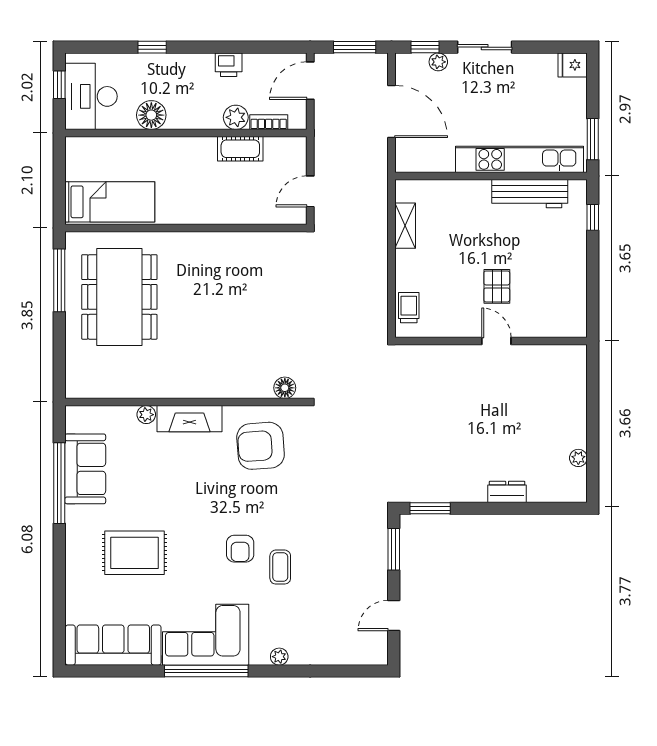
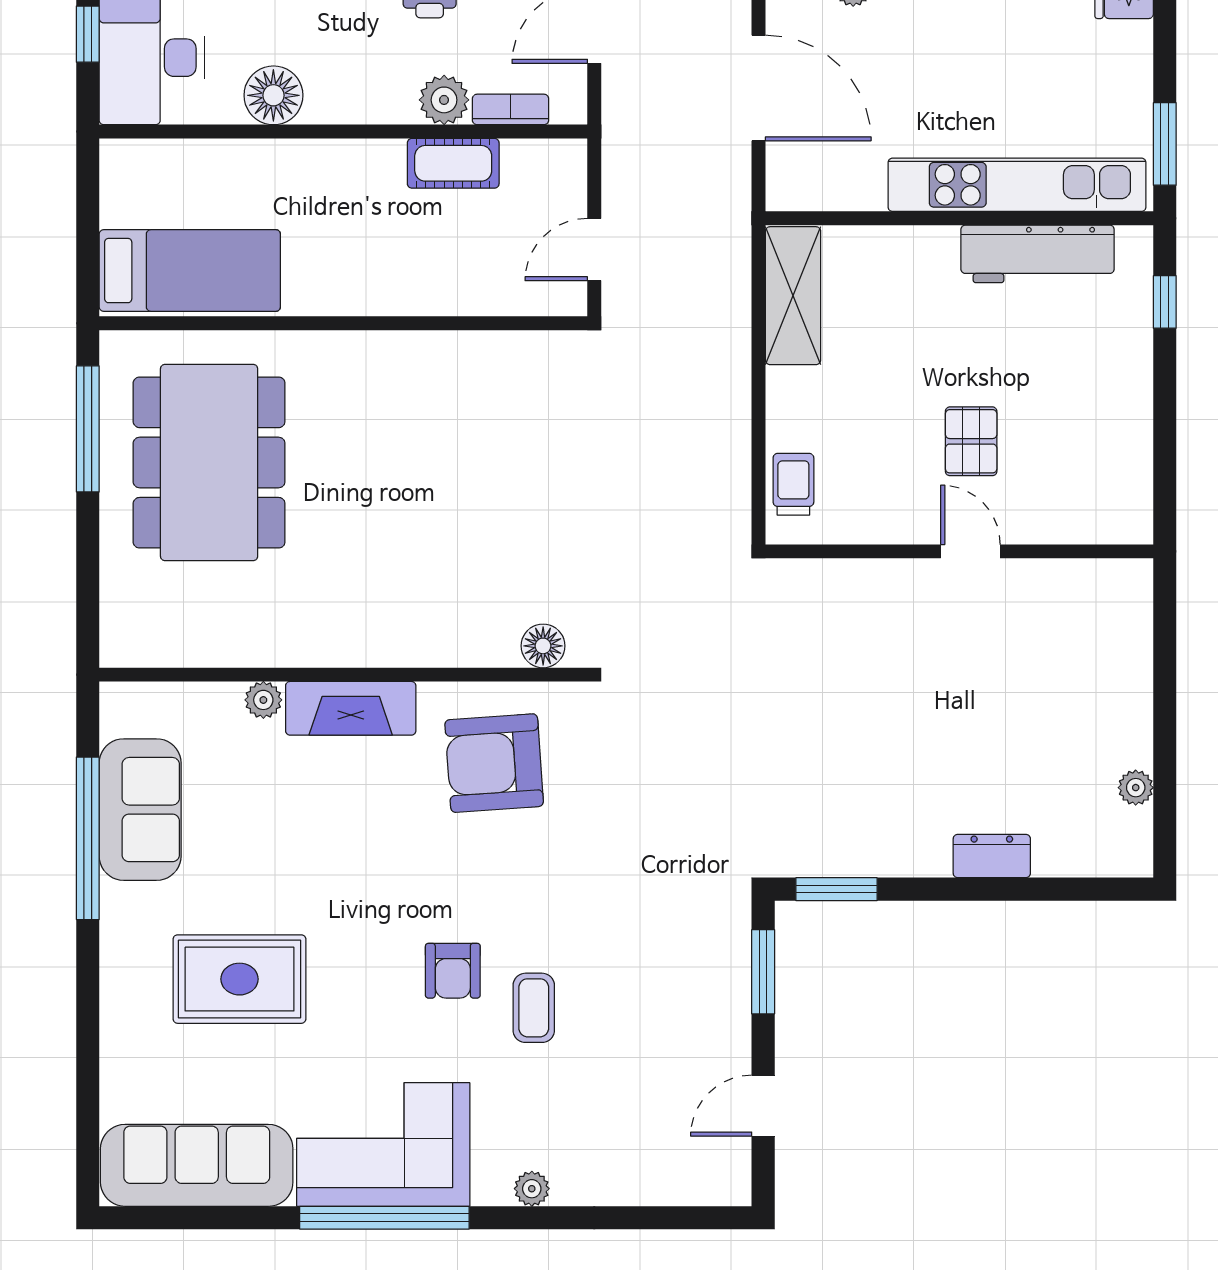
shelving: (405, 226) -> (793, 296), width x1.50, depth x1.33

